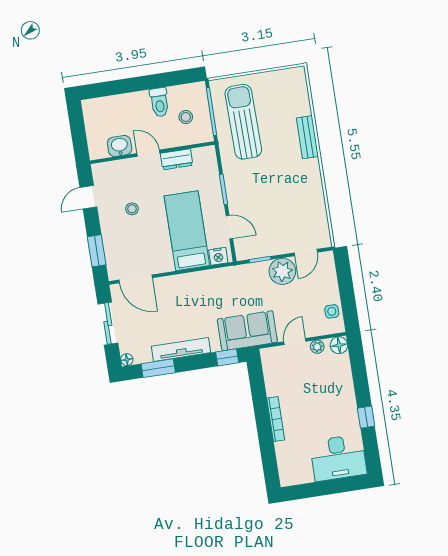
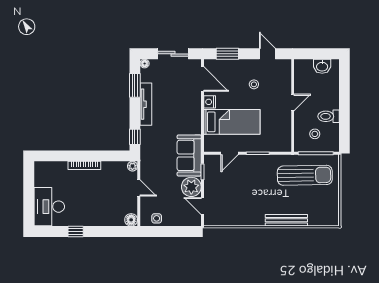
bench: (307, 137) -> (286, 220), width x1.36
washbasin: (120, 146) -> (322, 66), moved, turned 90
dresser: (177, 159) -> (285, 122), removed
nightstand: (218, 256) -> (210, 102), moved
door: (136, 279) -> (202, 79), swing flipped
sofa: (247, 331) -> (189, 155), moved, turned 180
plant: (317, 347) -> (132, 166), moved

